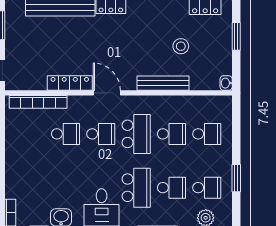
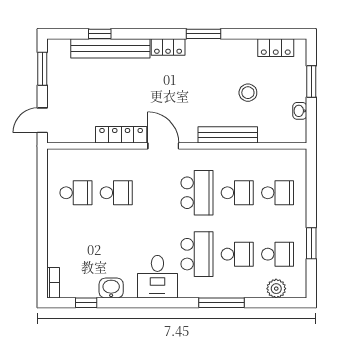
washbasin: (226, 83) -> (300, 111), moved
bookcase: (38, 102) -> (85, 156), removed
school desk: (101, 134) -> (76, 193), moved

